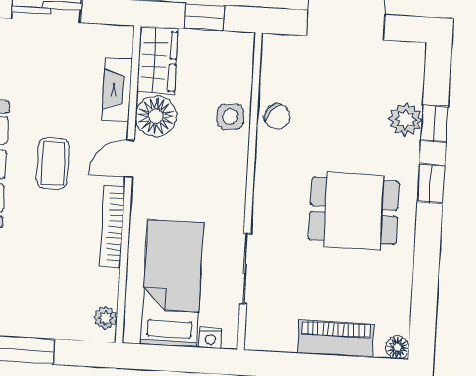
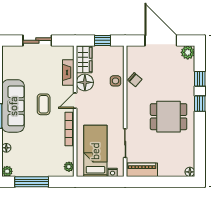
plant: (406, 119) -> (188, 52), moved
piano: (336, 339) -> (142, 170), moved

